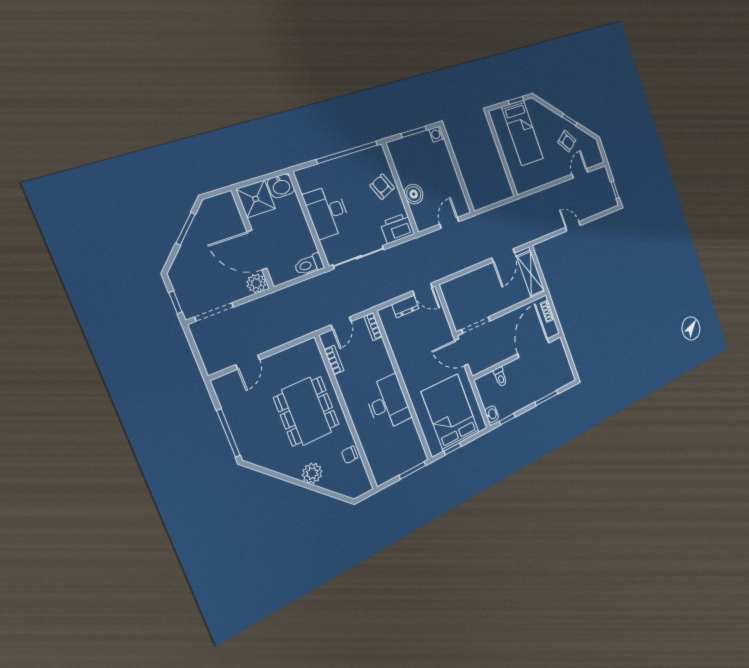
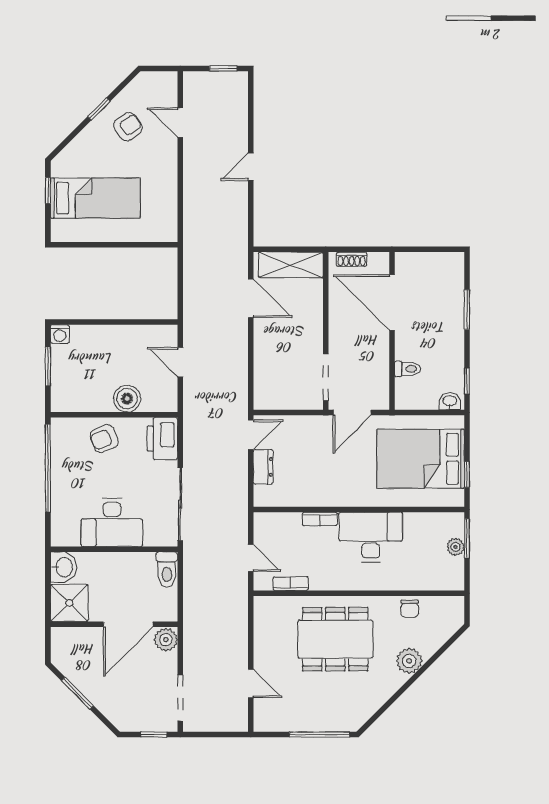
bookcase: (373, 326) -> (320, 519), moved
plant: (404, 465) -> (456, 547), added

